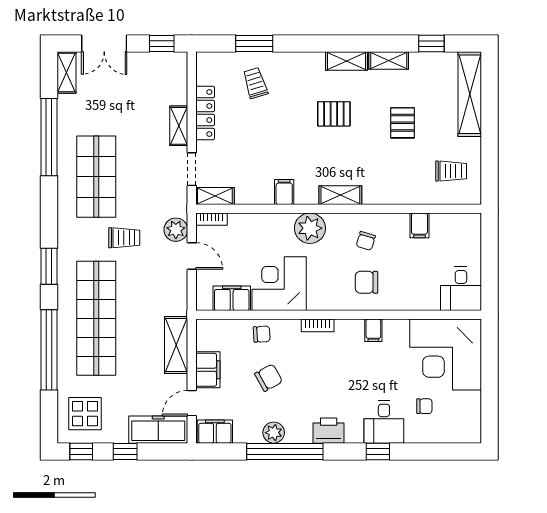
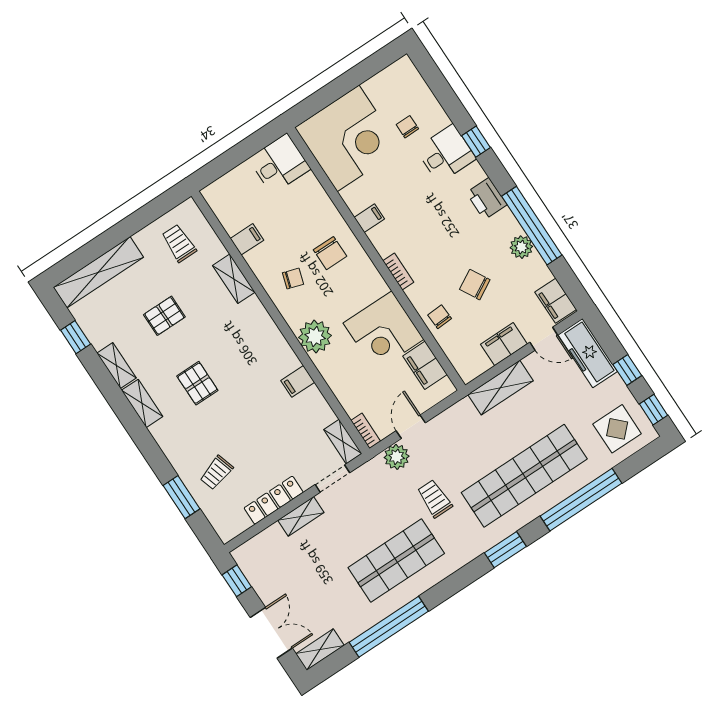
shelving: (340, 195) -> (234, 279), moved

